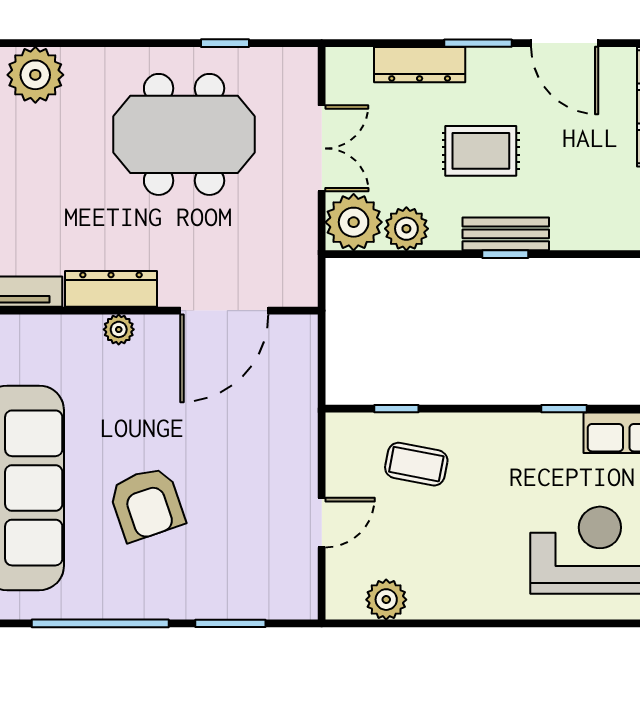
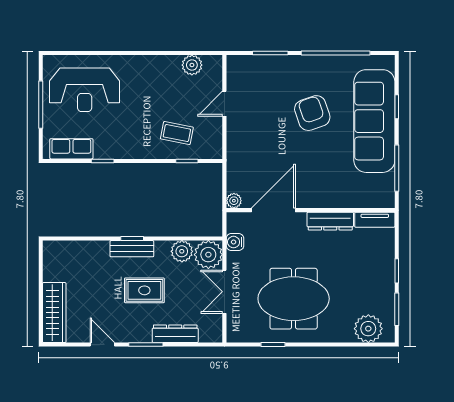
door: (565, 43) -> (102, 345), width x0.73
water cooler: (301, 247) -> (235, 242), added
plant: (119, 329) -> (234, 201), moved

